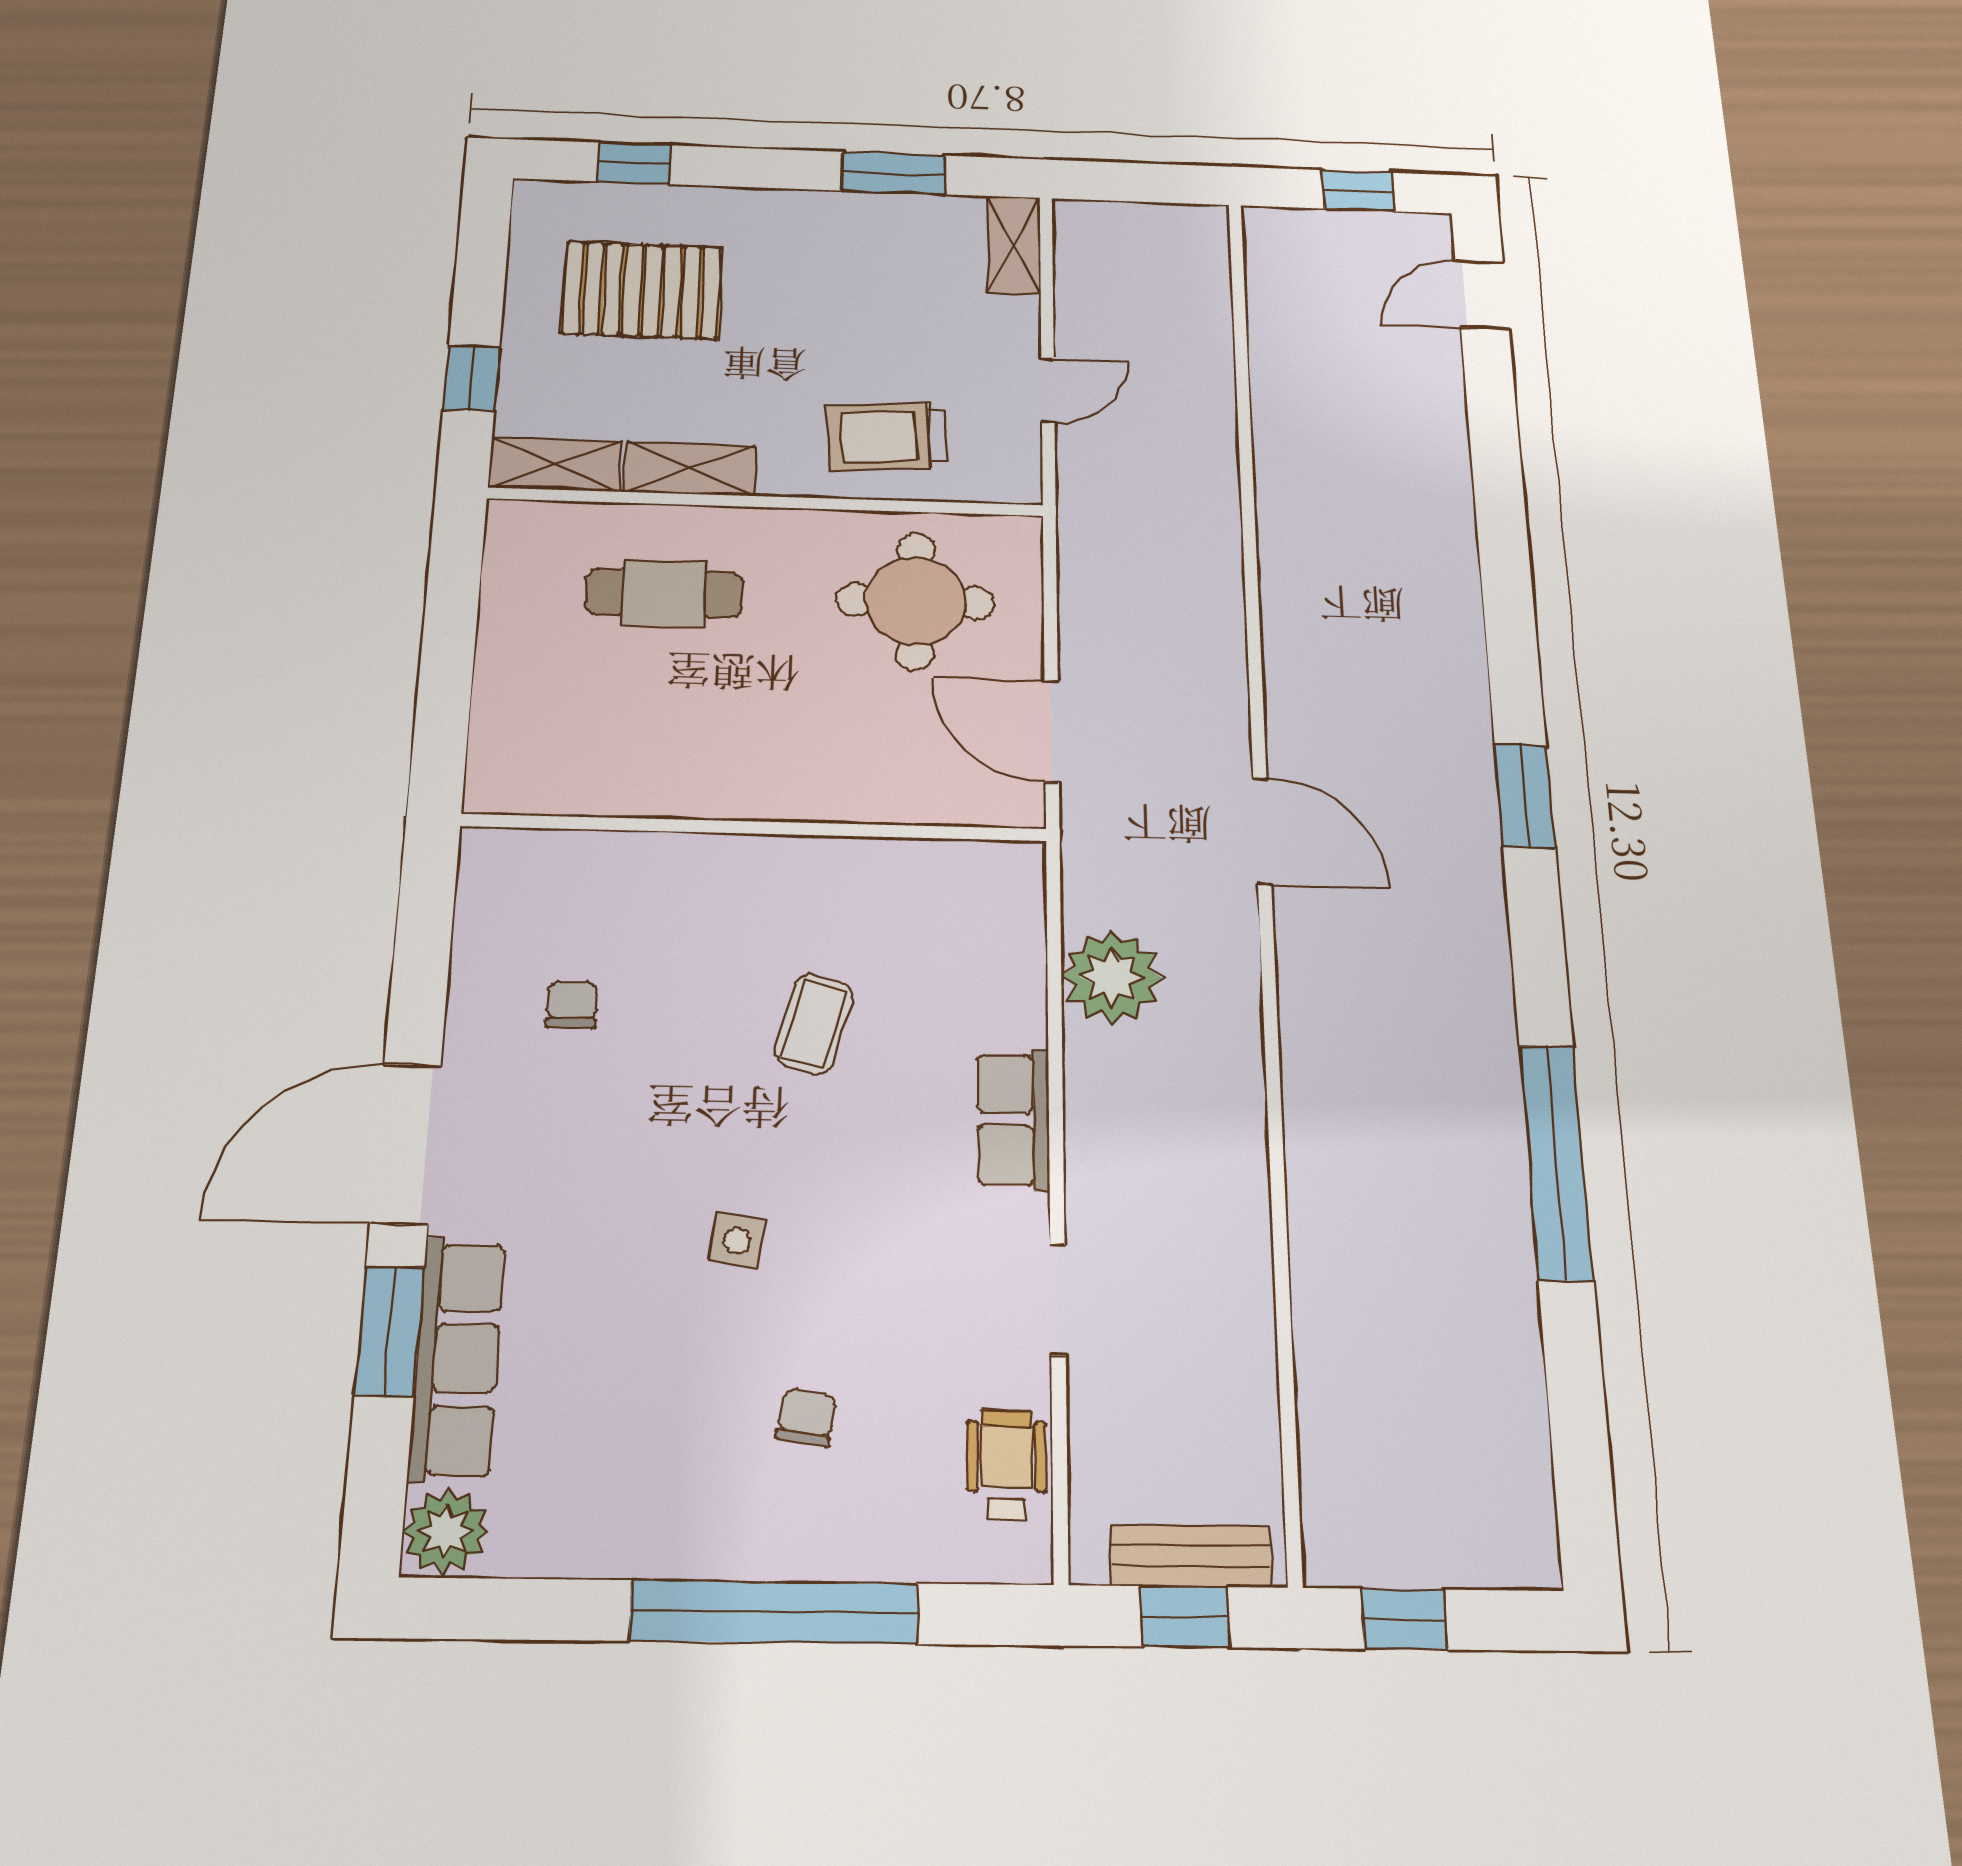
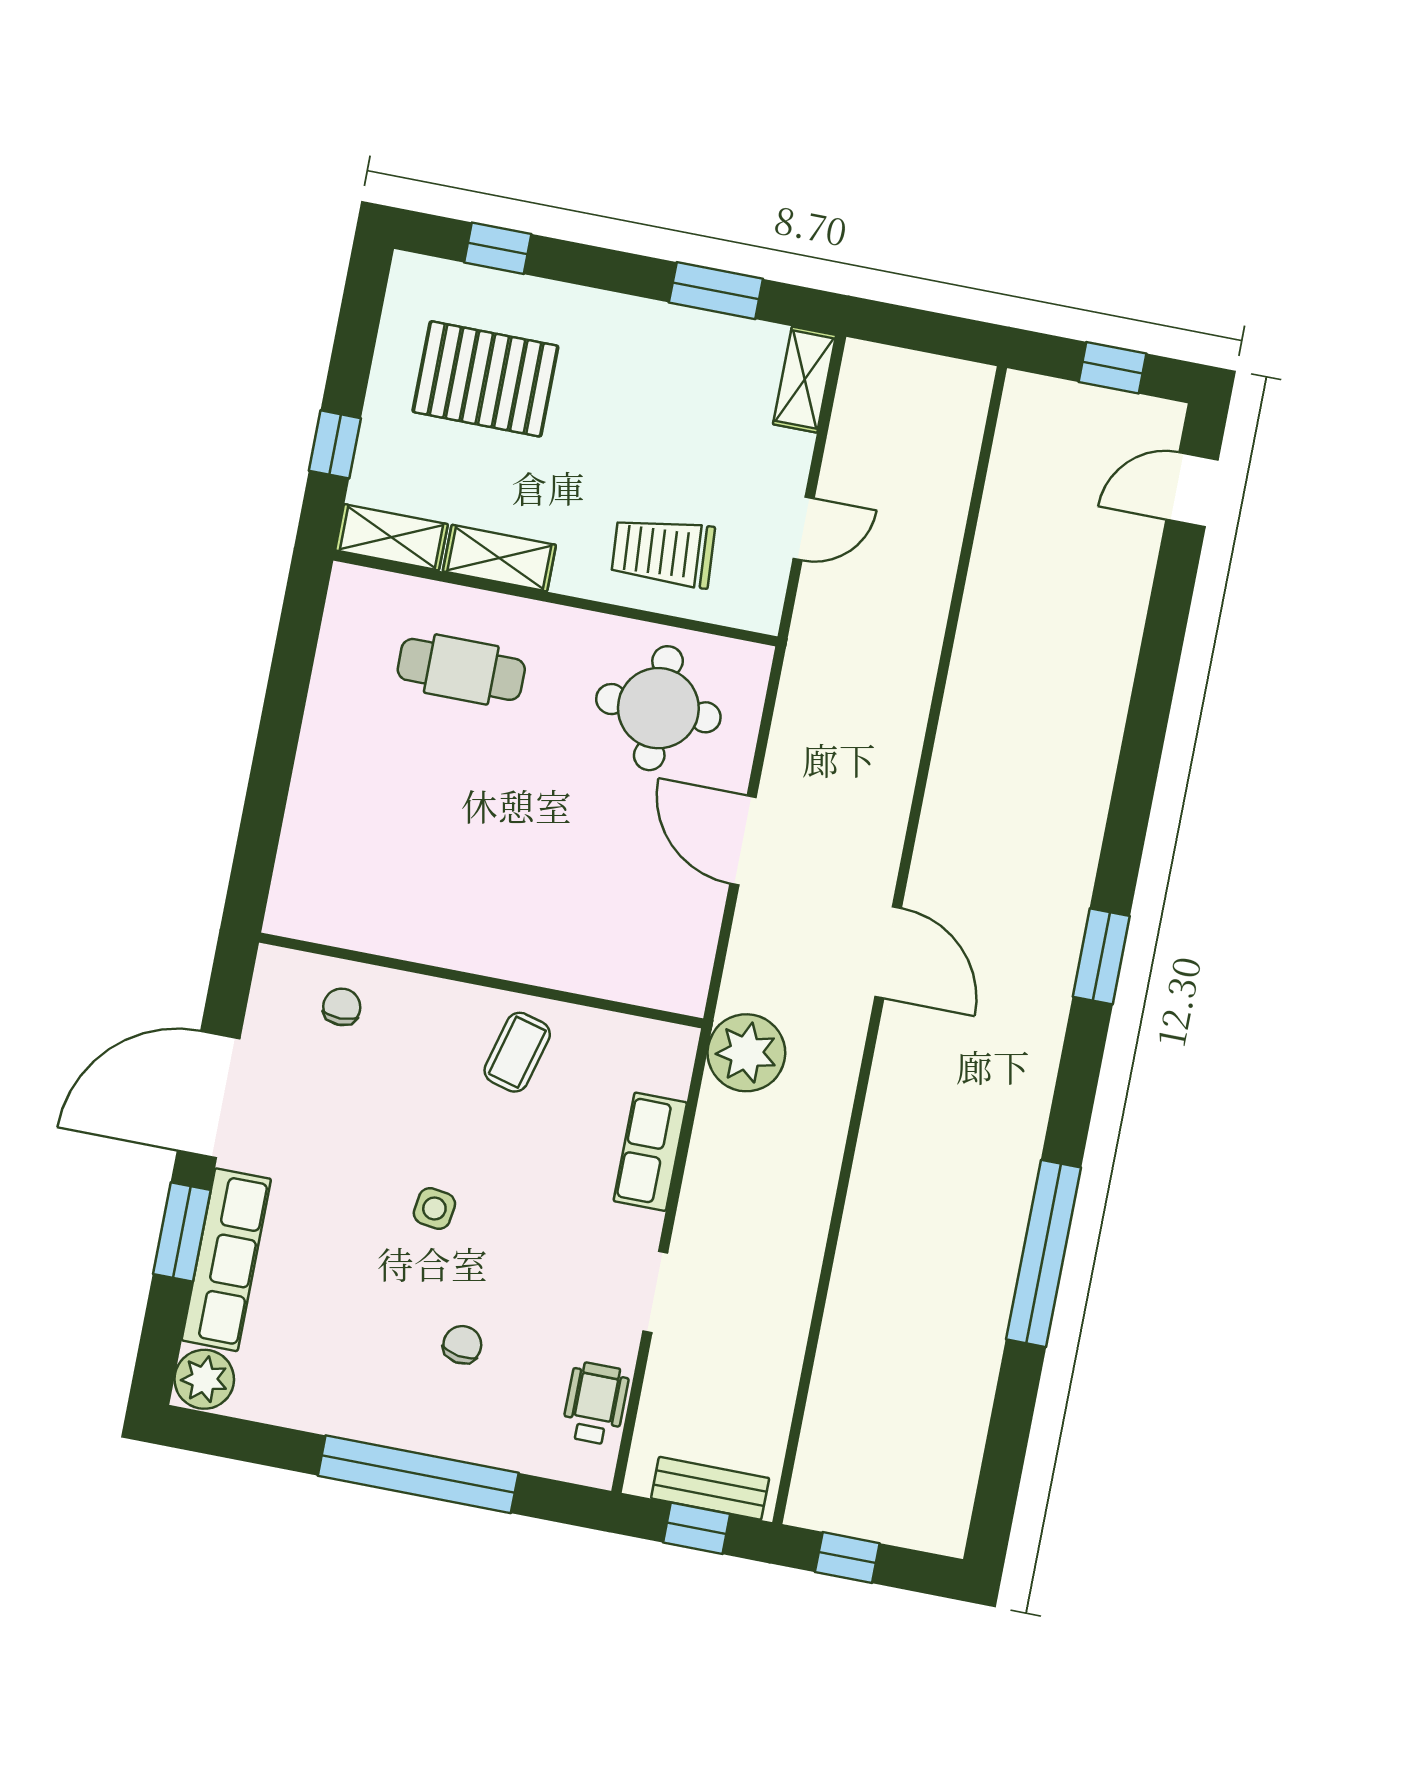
wall: (755, 828) -> (481, 980), moved

